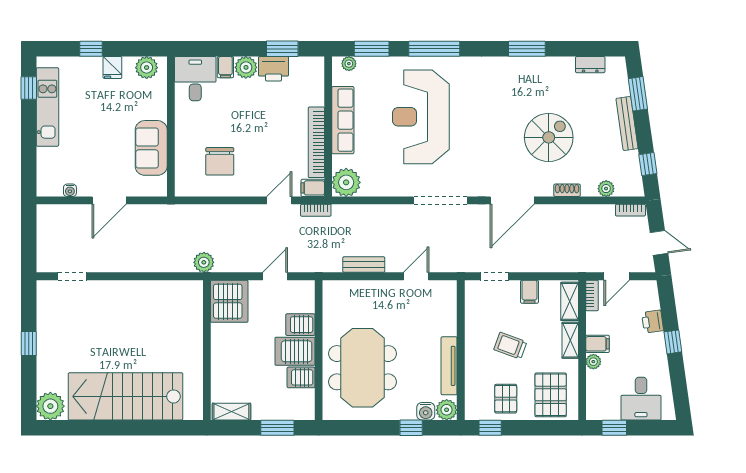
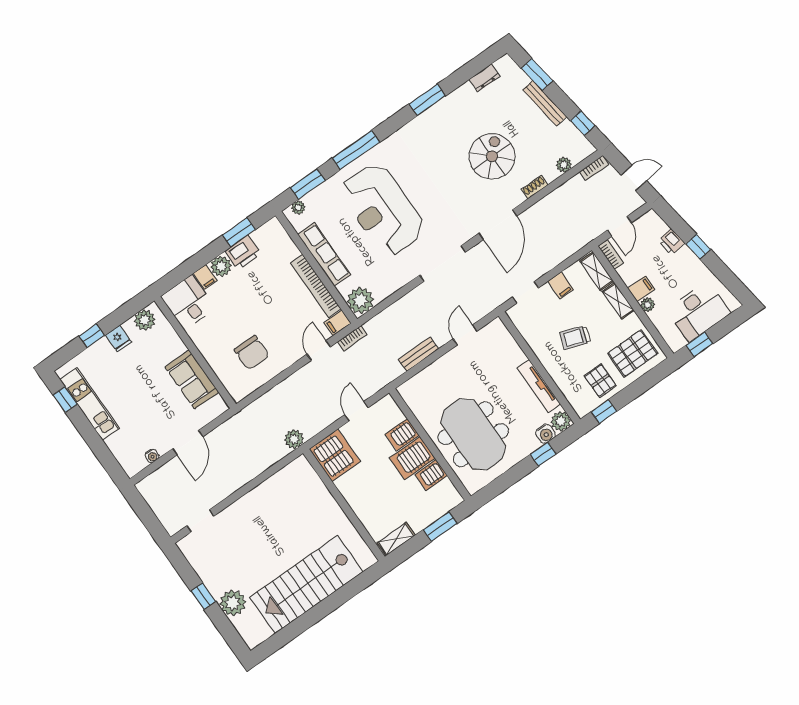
pallet: (551, 395) -> (633, 353), turned 90
desk: (641, 399) -> (699, 312), width x1.37
plant: (50, 406) -> (233, 603), moved

